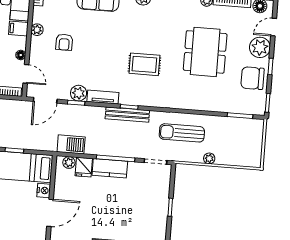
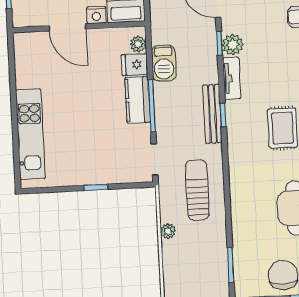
barbecue: (71, 144) -> (164, 63), moved

